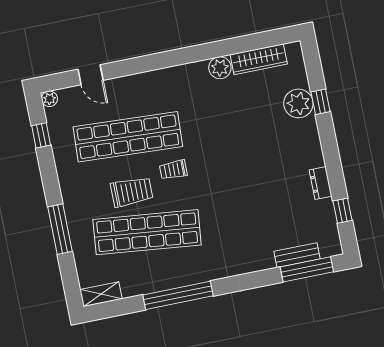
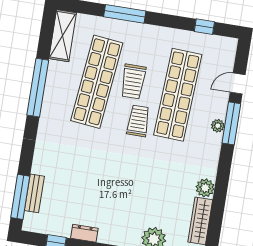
window: (137, 65) -> (231, 123), added
plant: (49, 99) -> (218, 126), moved
trolley: (173, 170) -> (138, 121), width x1.36, depth x1.39
shelving: (101, 294) -> (63, 36), width x1.50, depth x1.33

